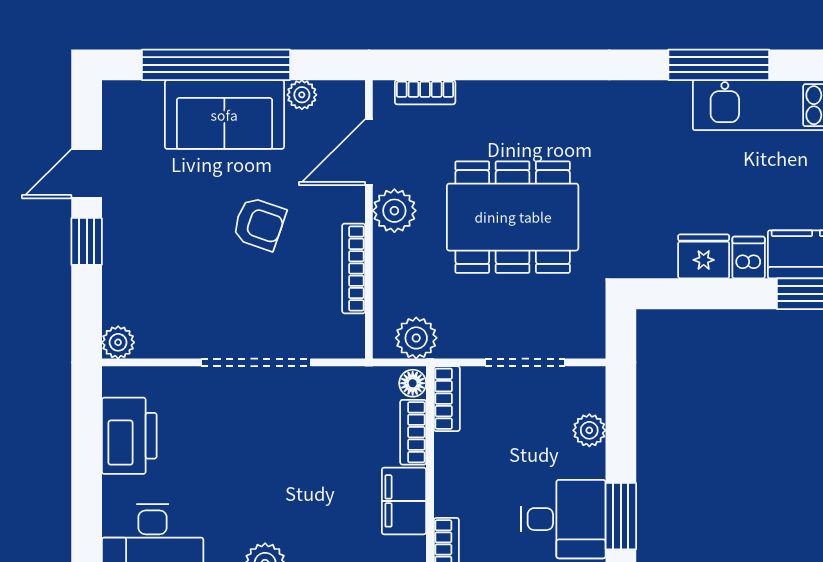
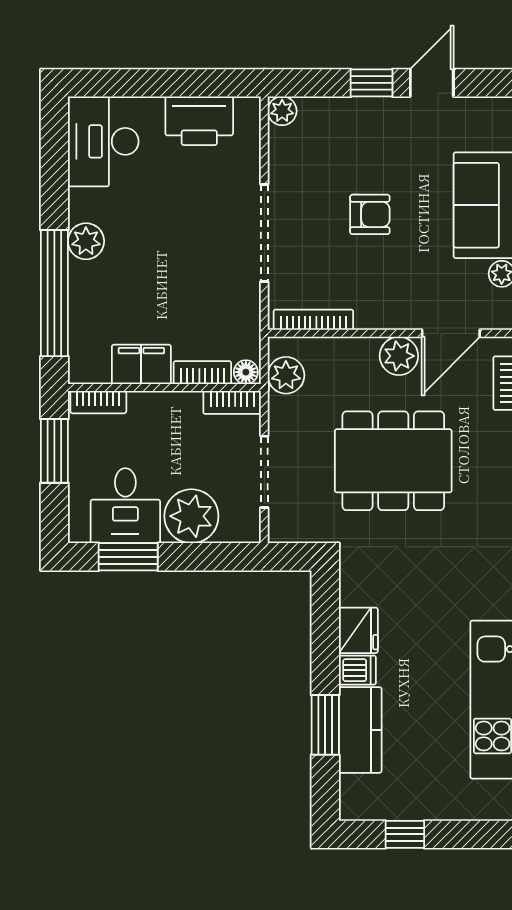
door: (369, 152) -> (451, 333), swing flipped
door: (87, 174) -> (432, 83), hinge flipped
dining table: (513, 217) -> (393, 461), turned 90
armchair: (259, 224) -> (370, 214), moved, turned -109
bookcase: (354, 268) -> (313, 320), moved
plant: (589, 430) -> (191, 516), width x1.88, depth x1.88

